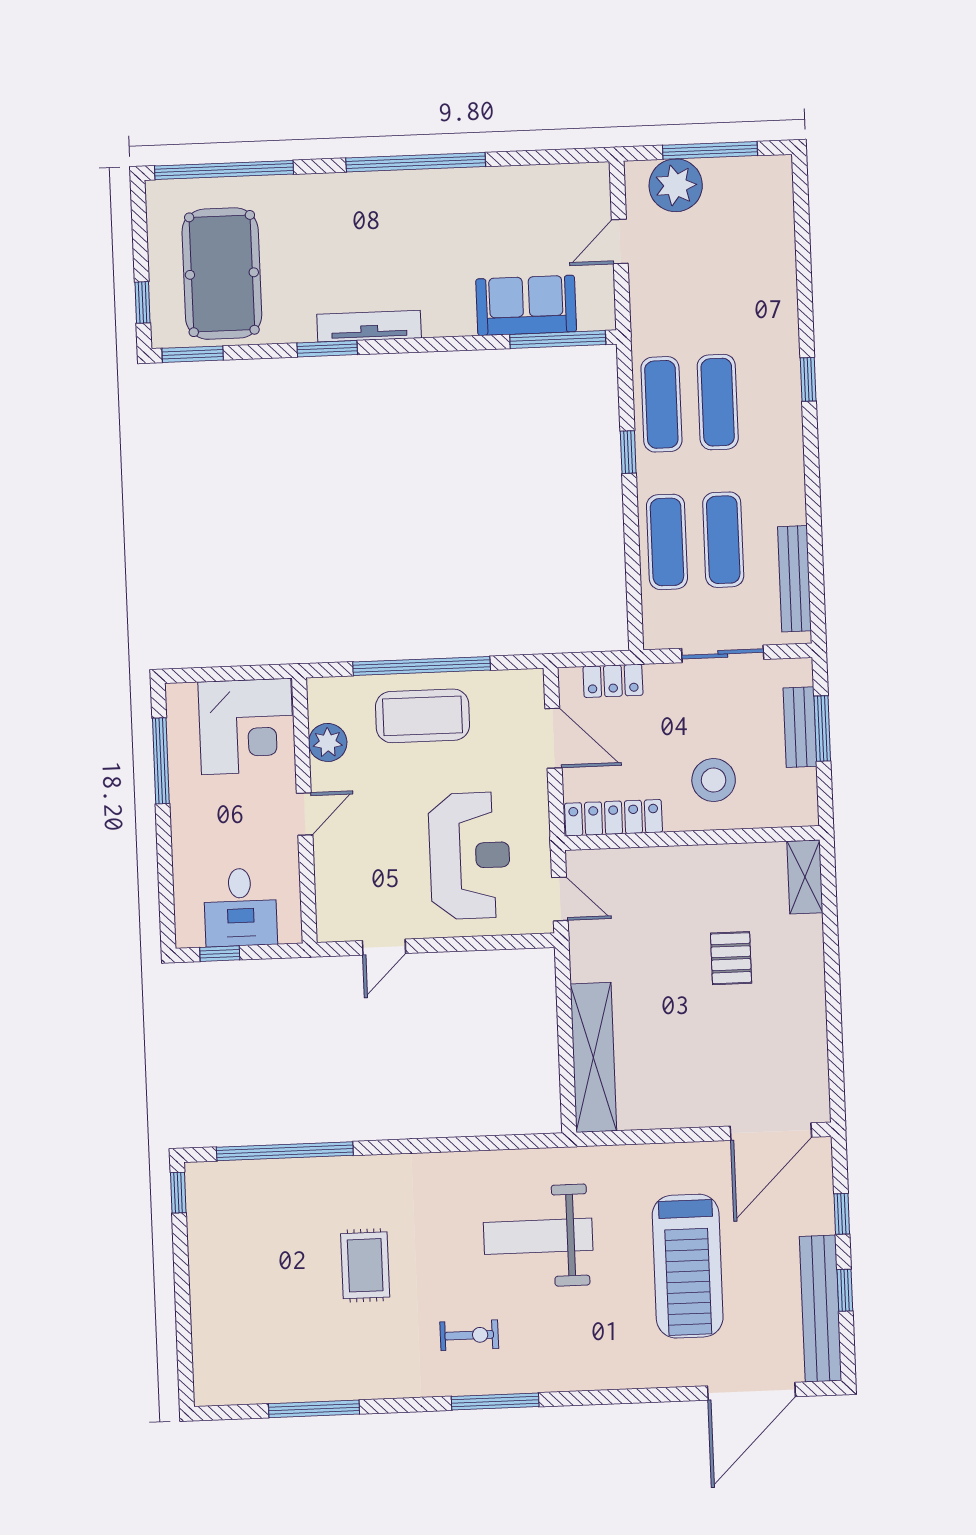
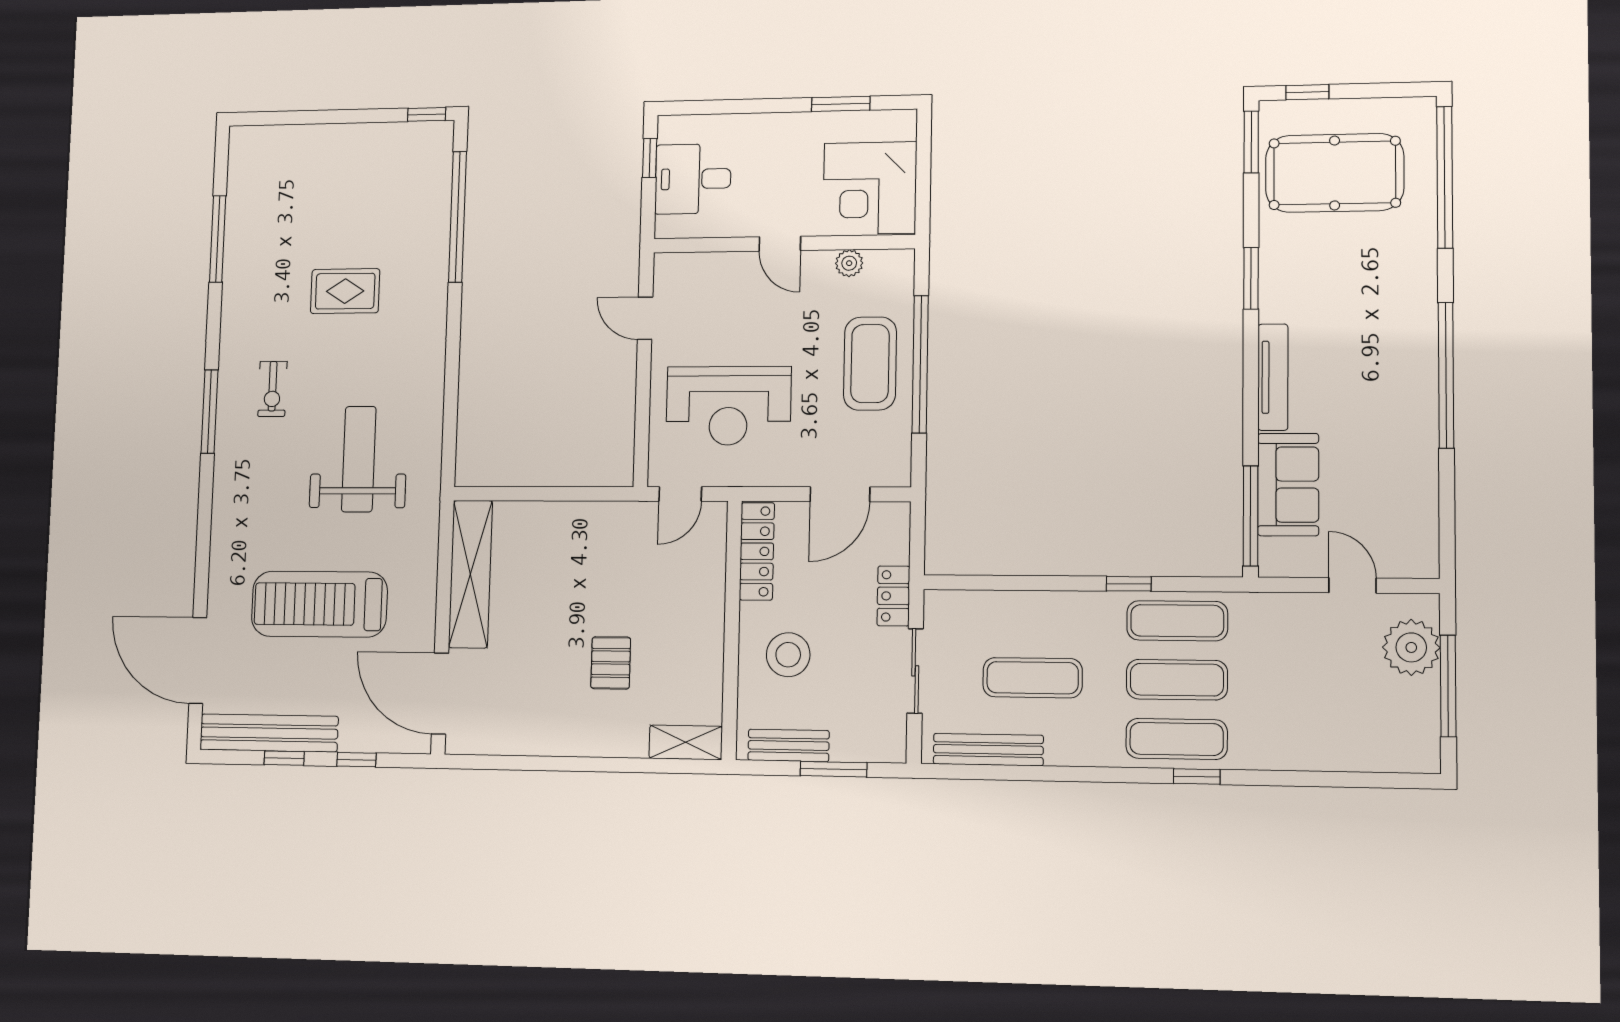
tv unit: (369, 326) -> (1273, 377), moved
exercise mat: (667, 542) -> (1177, 739), moved
locker: (613, 681) -> (893, 596), moved
bench: (800, 727) -> (789, 745), moved
plant: (328, 742) -> (849, 263), width x0.73, depth x0.73
window: (161, 761) -> (841, 104), width x0.69
pallet: (731, 958) -> (611, 663), turned 90
shelving: (593, 1057) -> (470, 574), moved, turned 90

